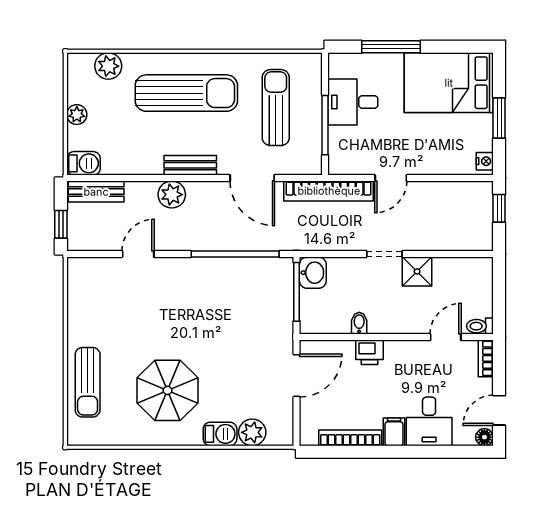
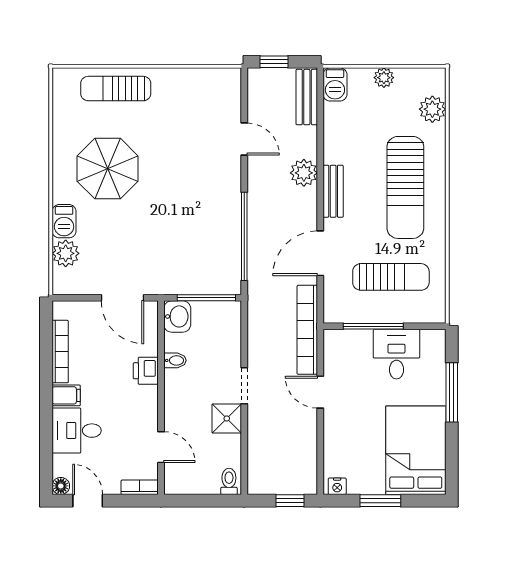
washbasin: (313, 273) -> (177, 316), moved, turned -90
toilet: (480, 326) -> (229, 481), moved

